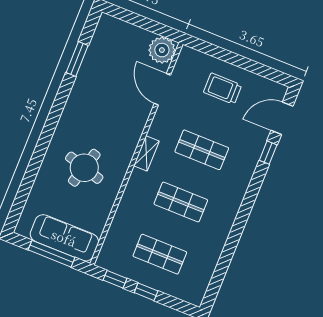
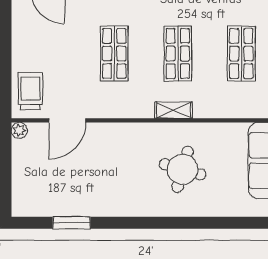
plant: (162, 50) -> (19, 130), width x0.53, depth x0.53
trolley: (223, 89) -> (30, 91), moved, turned 180
shelving: (146, 153) -> (174, 110), moved

